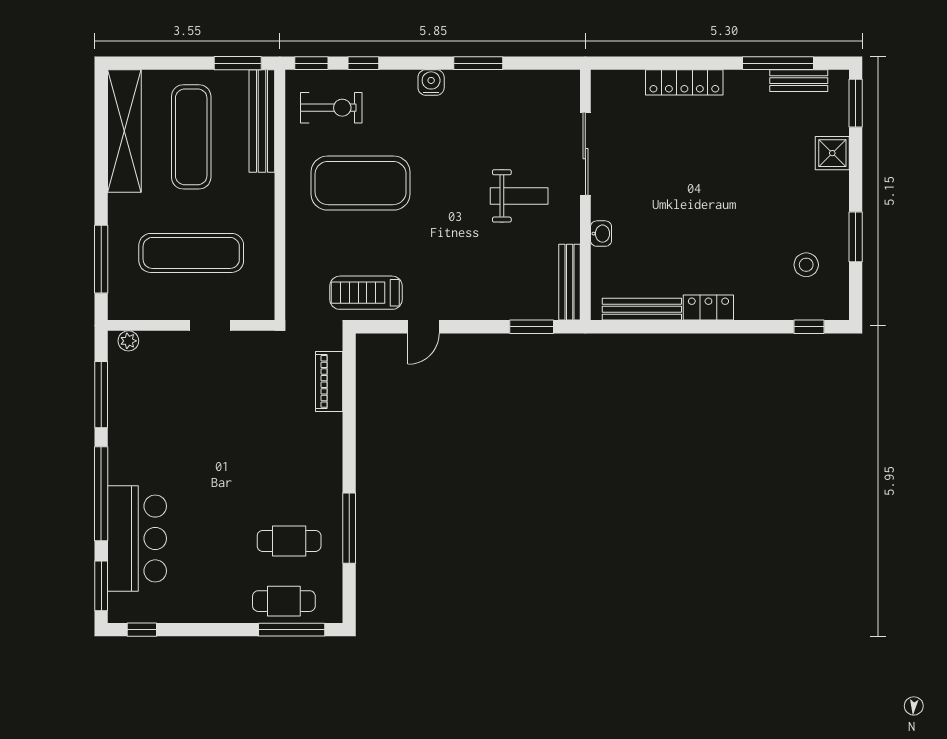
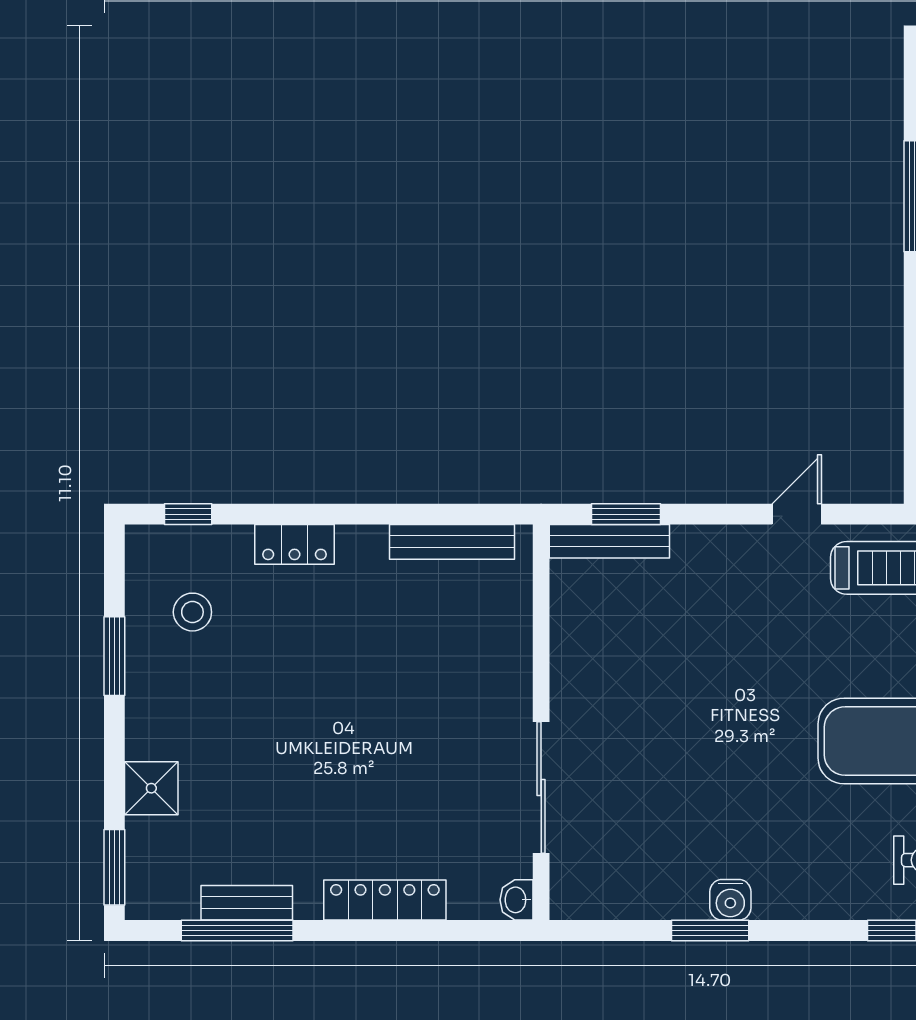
bench: (799, 81) -> (247, 903), moved
water cooler: (431, 83) -> (730, 900), moved
weight bench: (519, 196) -> (646, 721), removed
washbasin: (601, 234) -> (516, 900), moved
bench: (570, 282) -> (609, 541), moved, turned 90
locker: (708, 308) -> (294, 544), moved

